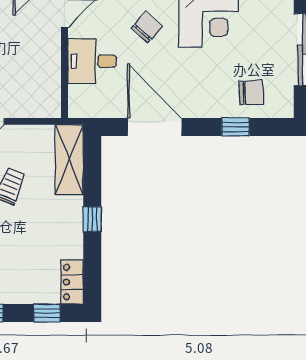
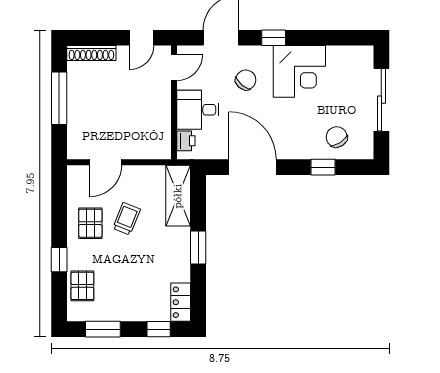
chair: (251, 92) -> (337, 137), turned -120
printer: (78, 97) -> (186, 141), added
window: (92, 219) -> (198, 248), width x1.50

